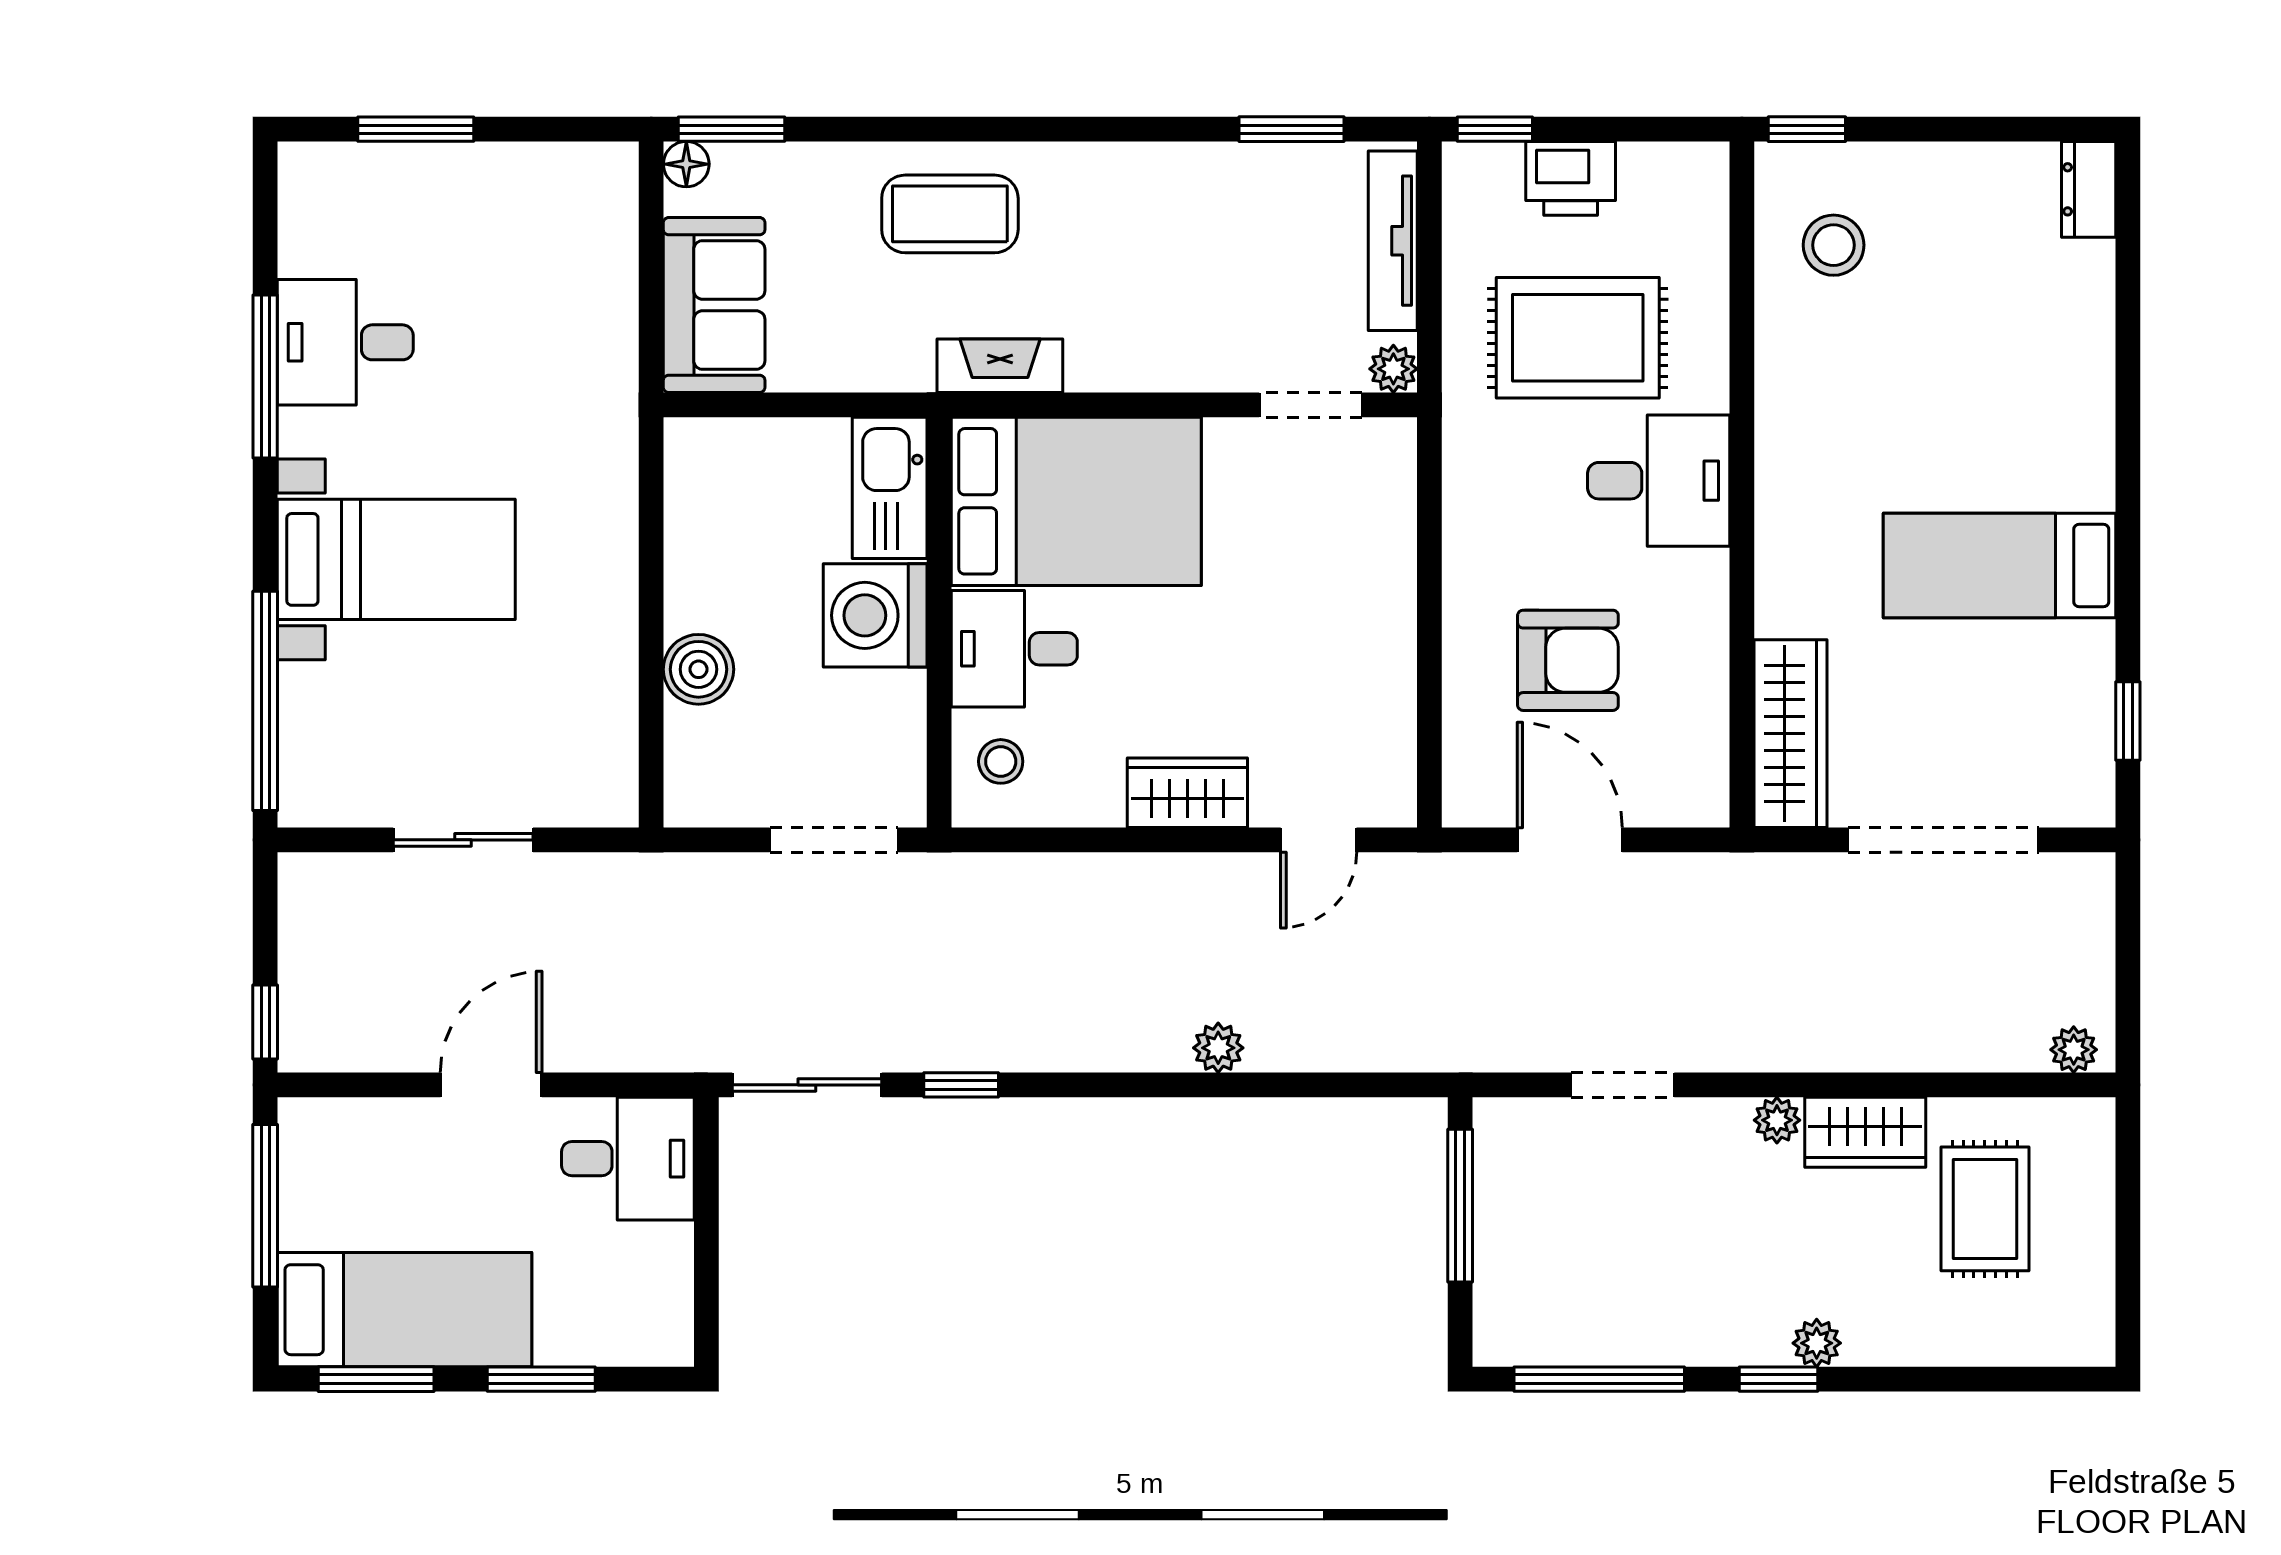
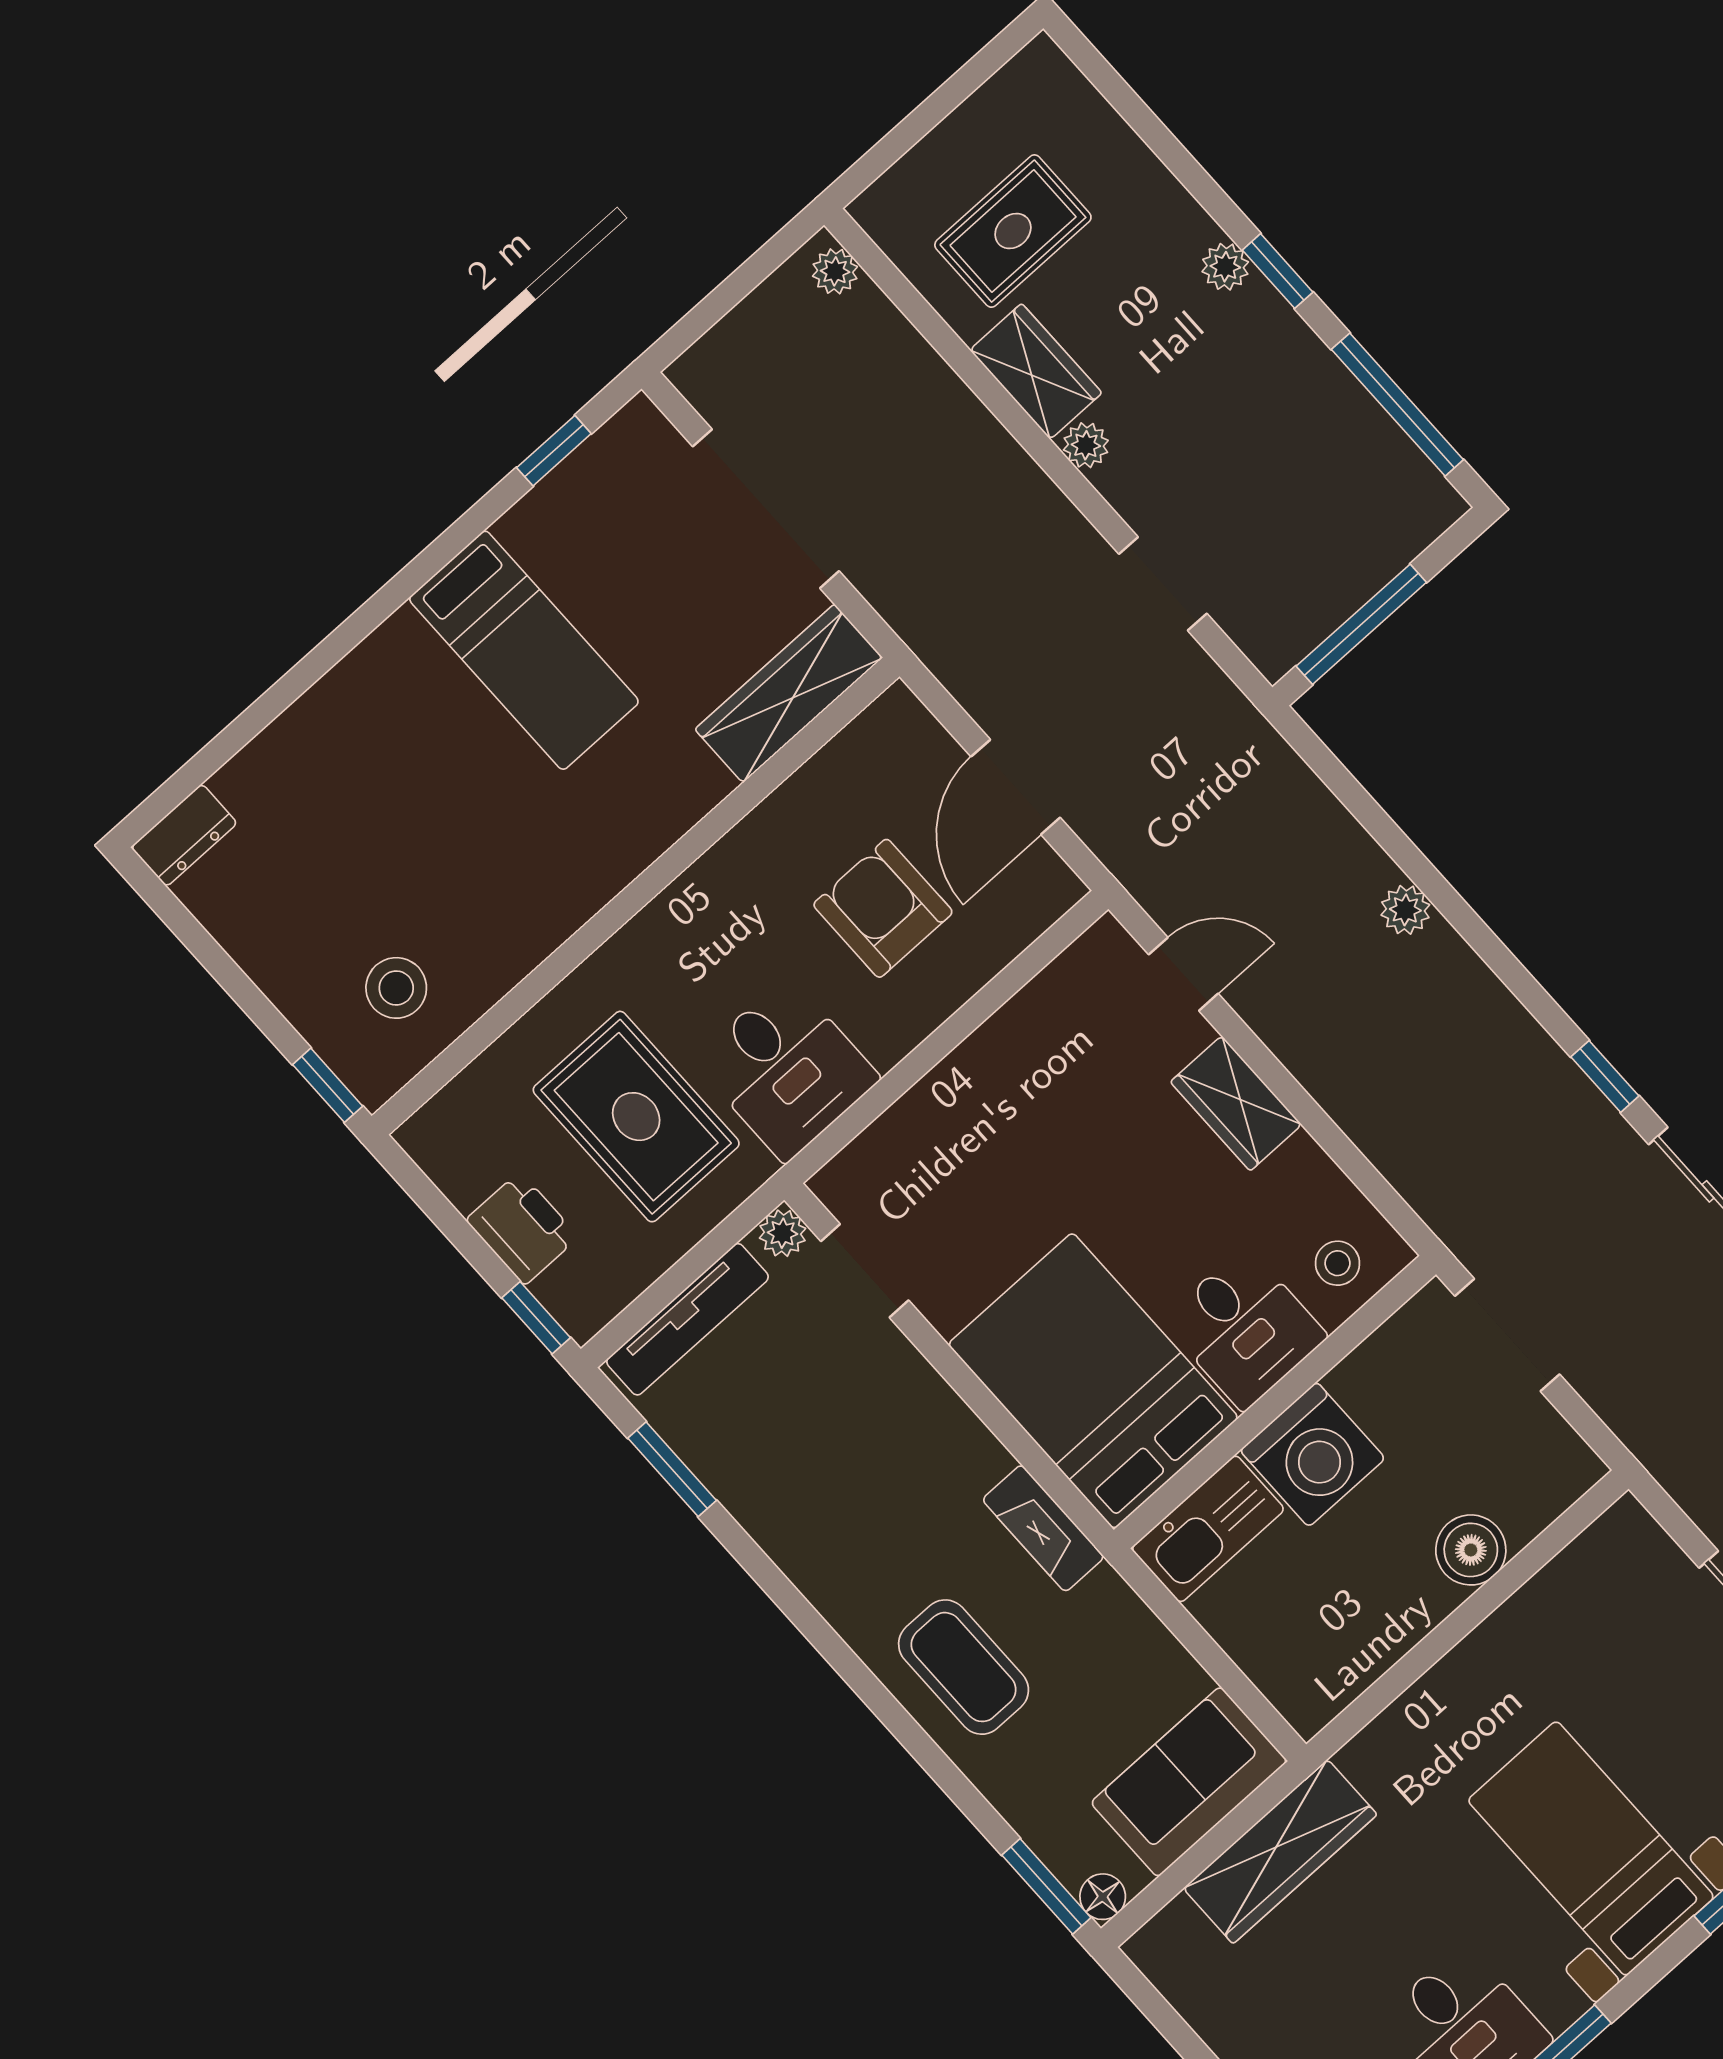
wardrobe: (601, 326) -> (1280, 1851), added
desk: (1659, 481) -> (786, 1069), moved, turned 180

